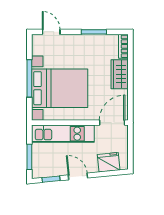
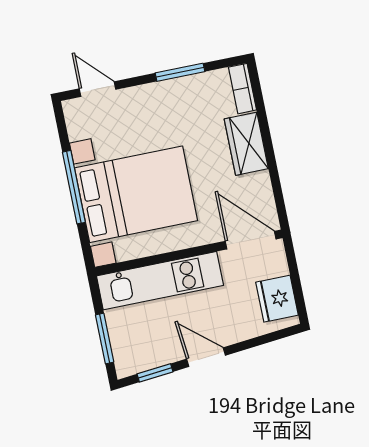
door: (112, 123) -> (251, 240), hinge flipped
fridge: (109, 162) -> (277, 299), moved, turned -84

